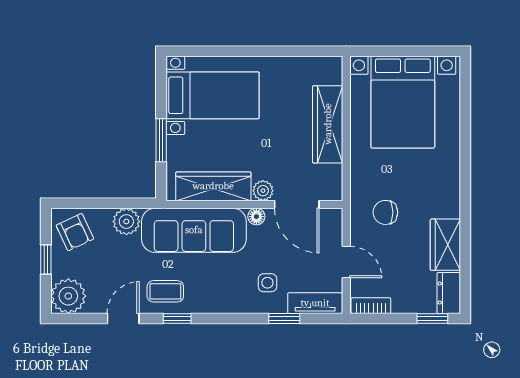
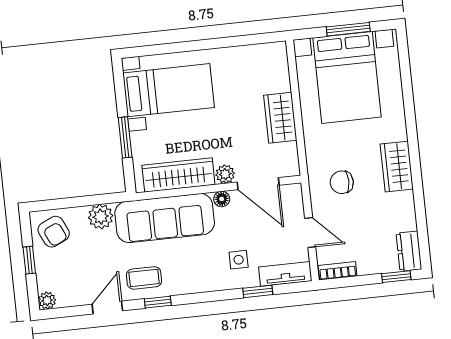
window: (410, 51) -> (348, 29), added
wardrobe: (328, 124) -> (280, 118), width x0.67
wardrobe: (445, 245) -> (397, 167), moved
plant: (68, 296) -> (47, 300), width x0.53, depth x0.53

